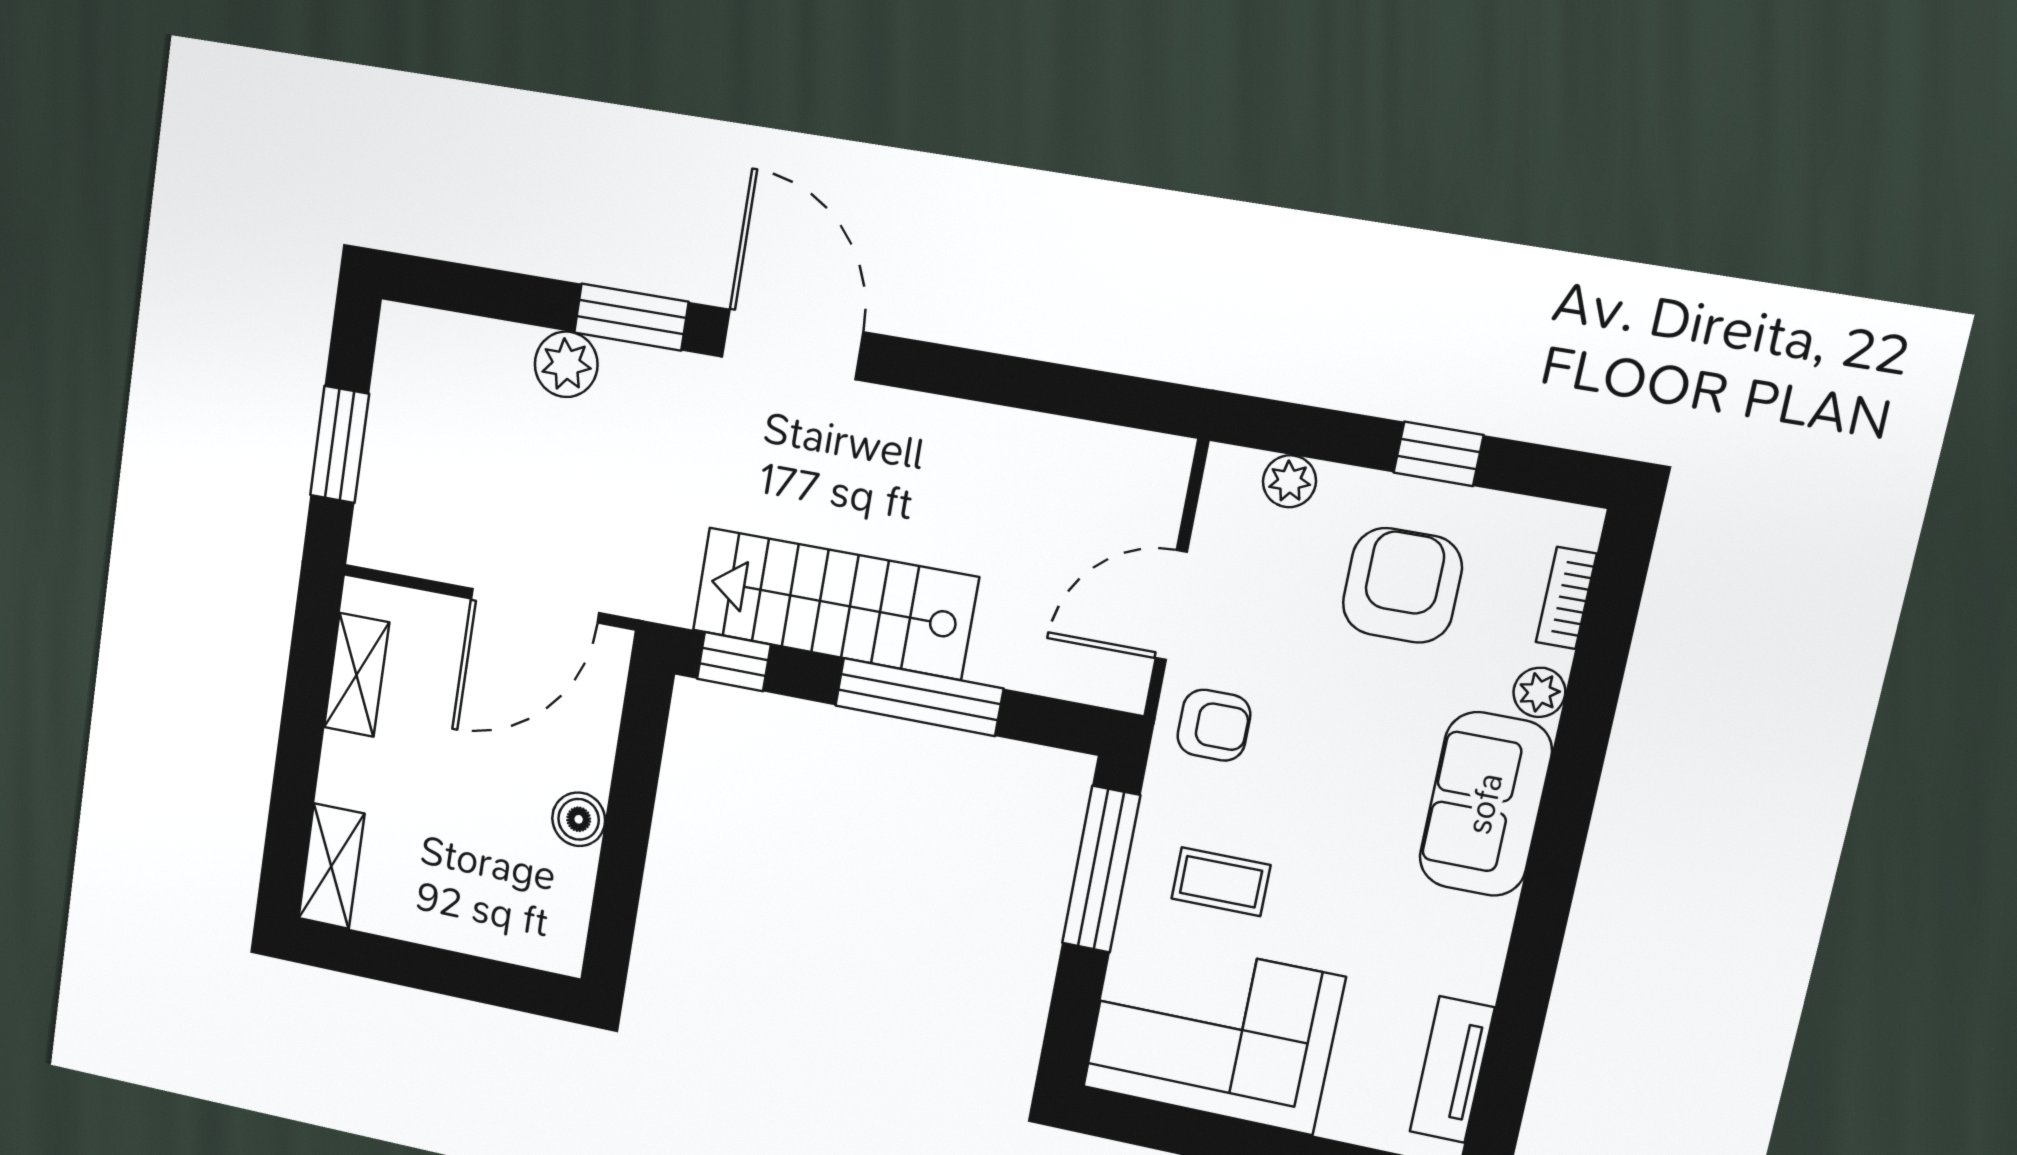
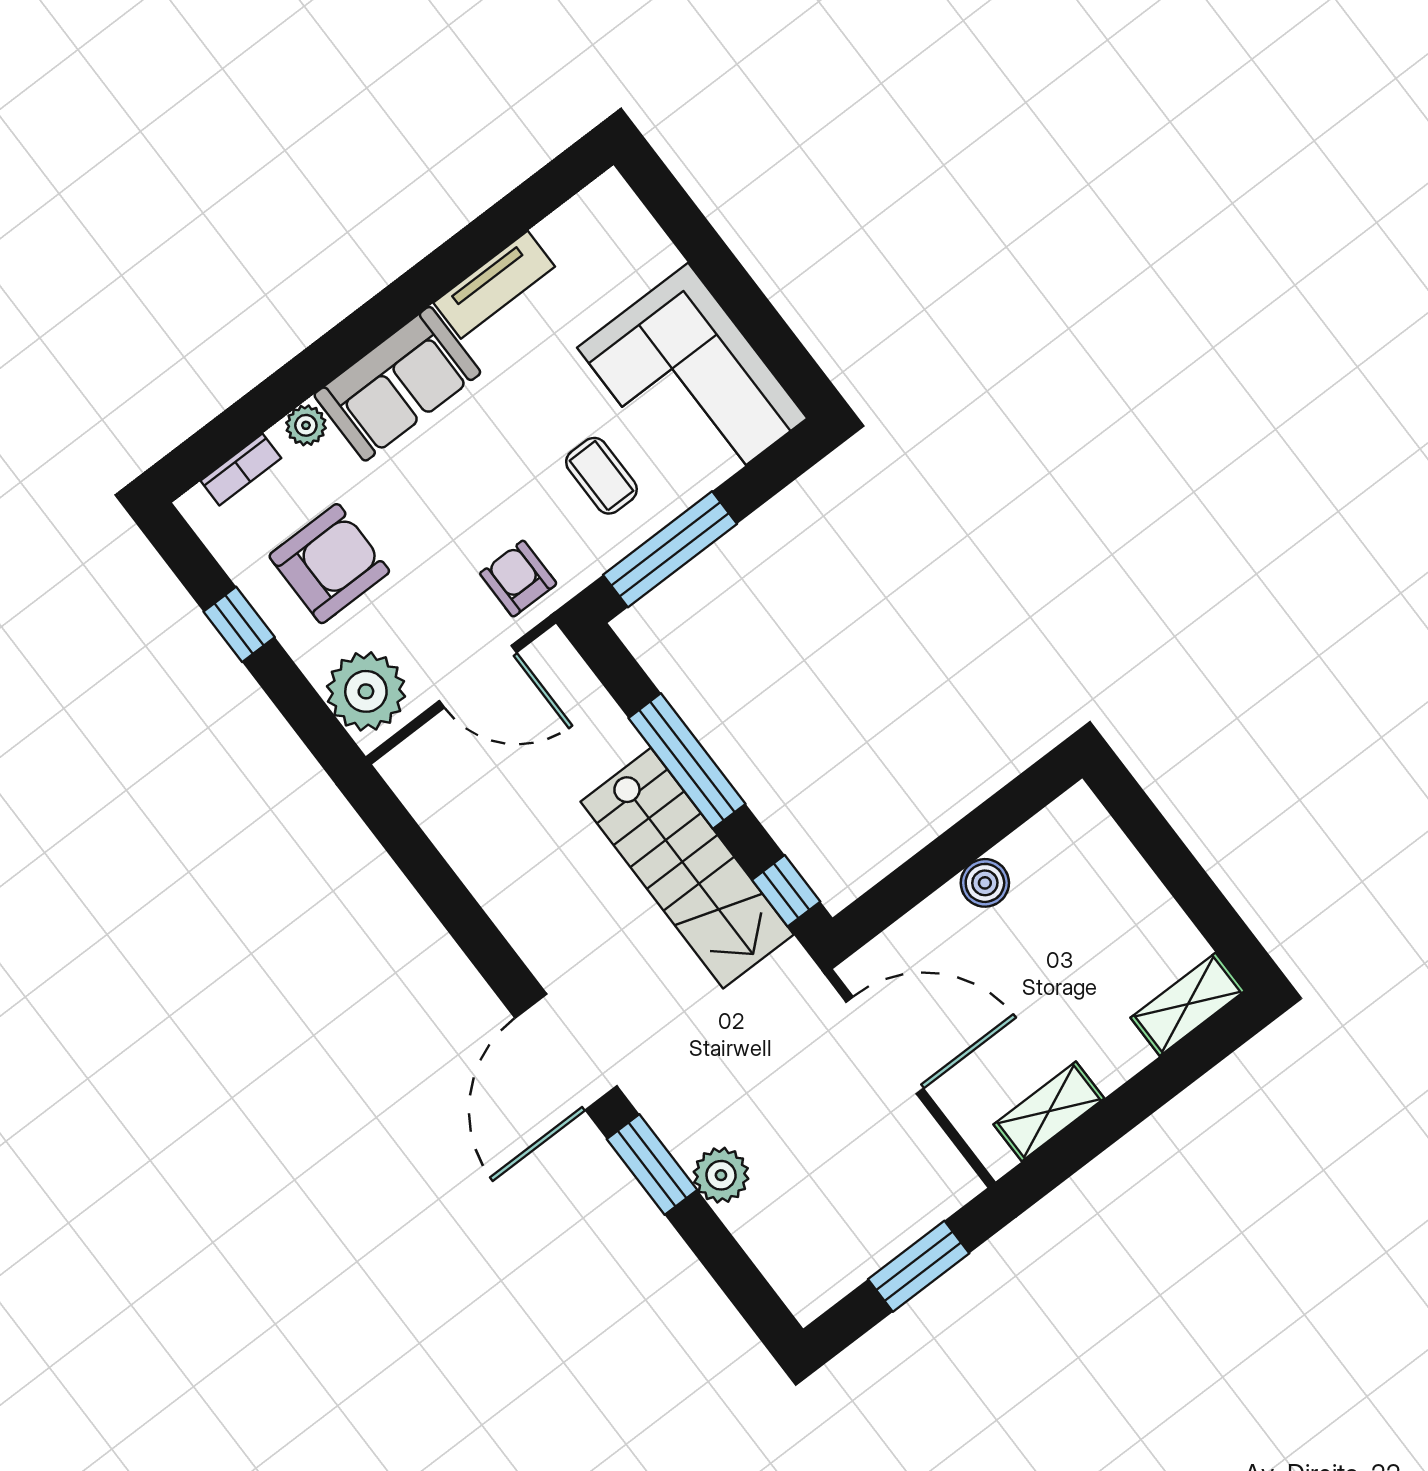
plant: (1289, 481) -> (366, 691), width x1.88, depth x1.88
armchair: (1402, 585) -> (329, 564), turned 180
tv unit: (1452, 1070) -> (494, 285), moved

